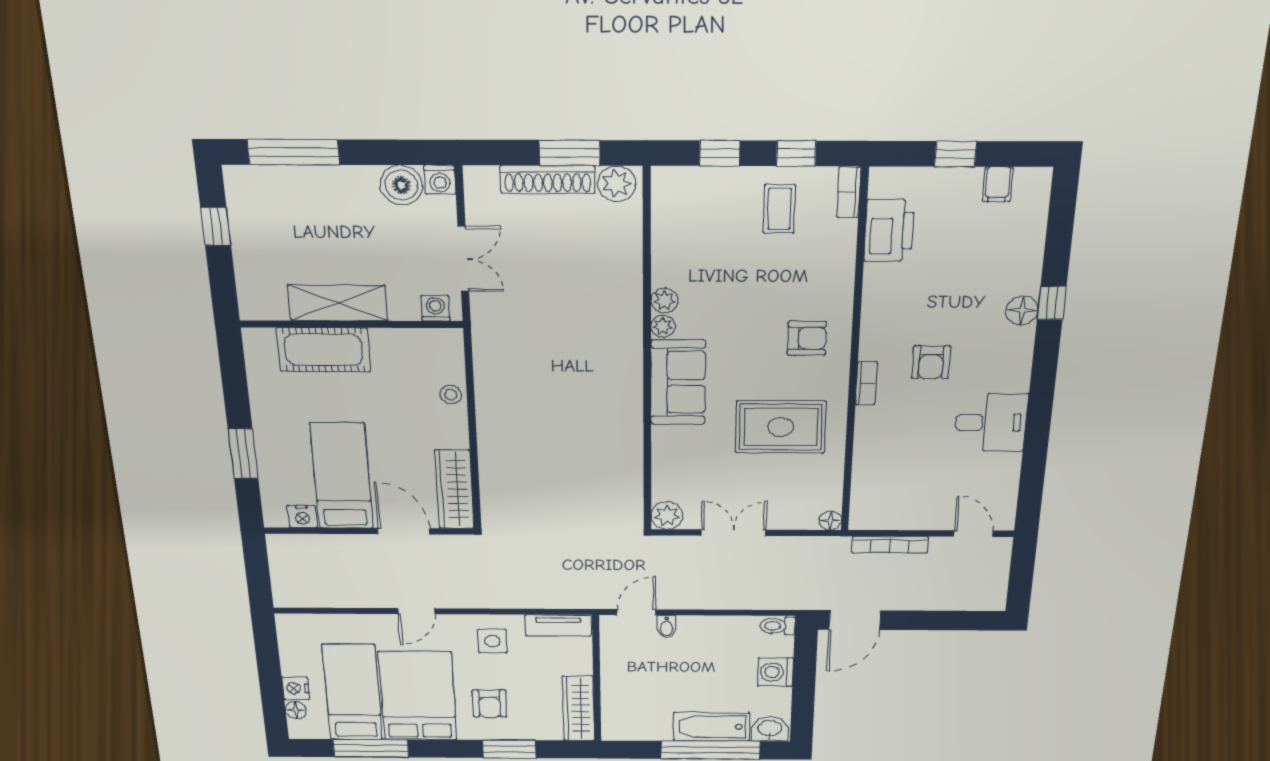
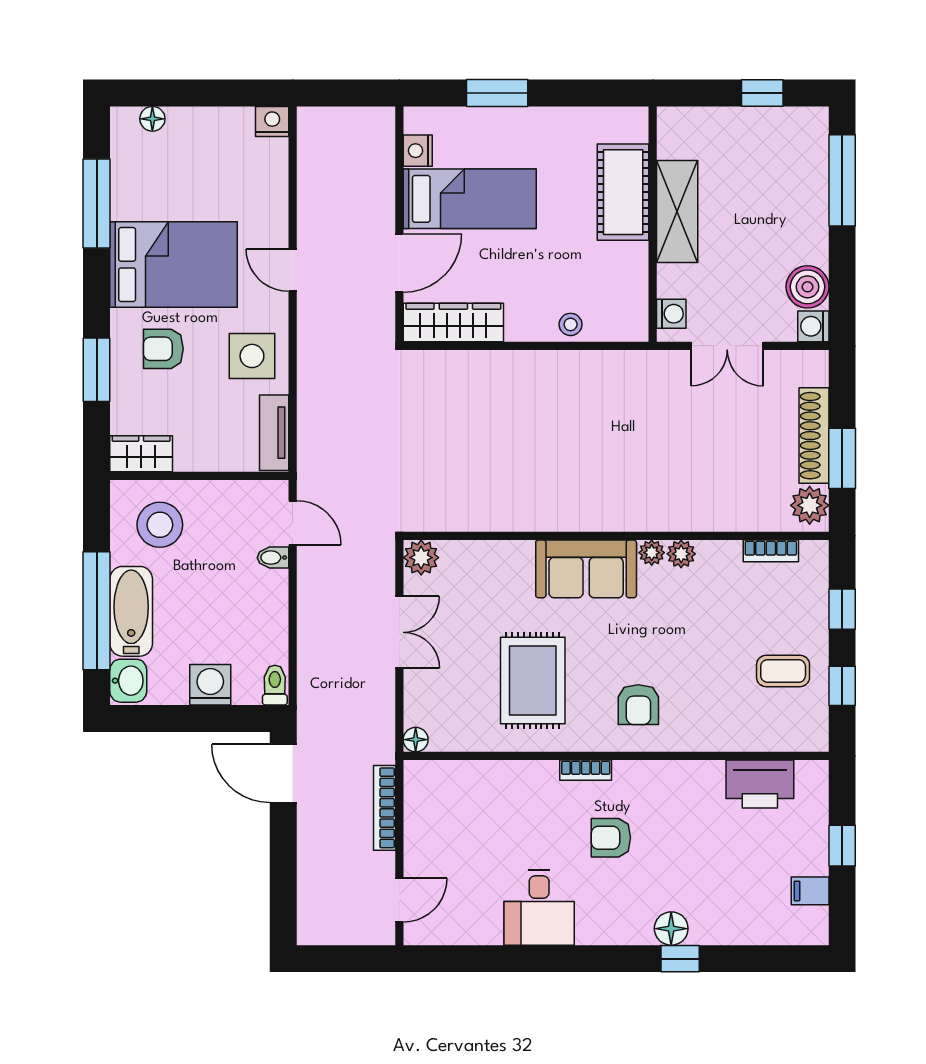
bookcase: (849, 192) -> (771, 551), moved, turned 180
side table: (492, 641) -> (252, 356), width x1.37, depth x1.37
nightstand: (296, 688) -> (272, 121), moved
bed: (353, 692) -> (178, 188), removed
stool: (639, 707) -> (160, 525), added
wardrobe: (578, 708) -> (141, 454), width x0.67

